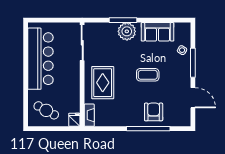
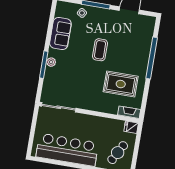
plant: (127, 31) -> (51, 62), width x0.53, depth x0.53
rug: (103, 83) -> (121, 84), moved
armchair: (154, 112) -> (136, 50), removed

